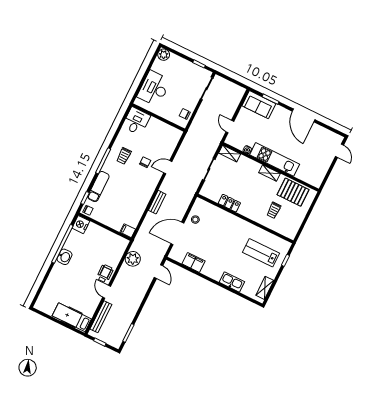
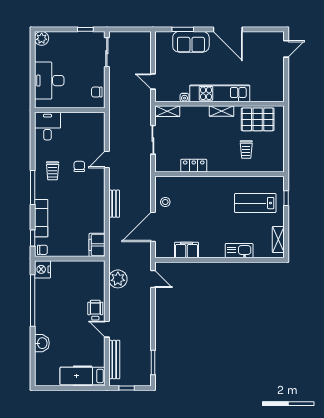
sofa: (259, 105) -> (191, 42), moved
door: (339, 151) -> (286, 49), hinge flipped
filing cabinet: (128, 231) -> (97, 245), width x2.00
washbasin: (64, 257) -> (42, 343), moved

